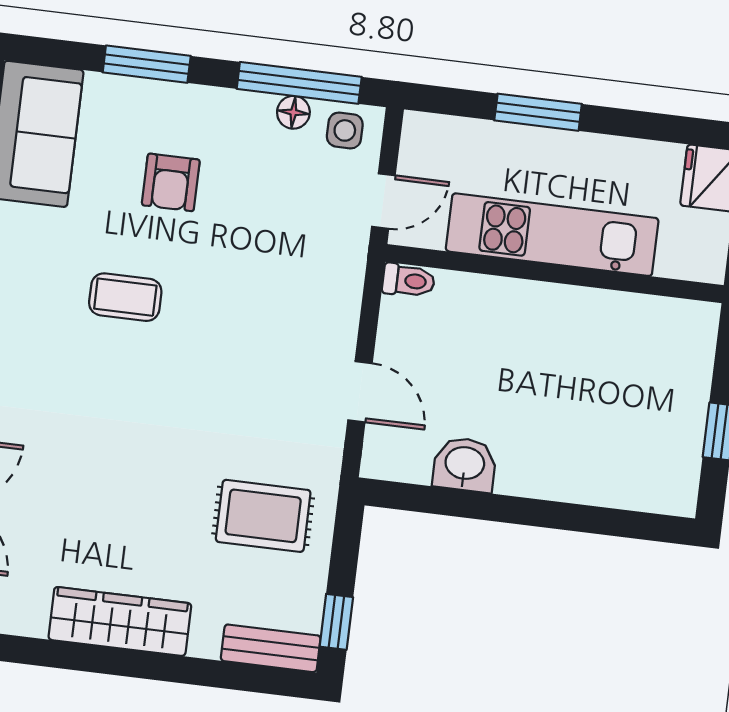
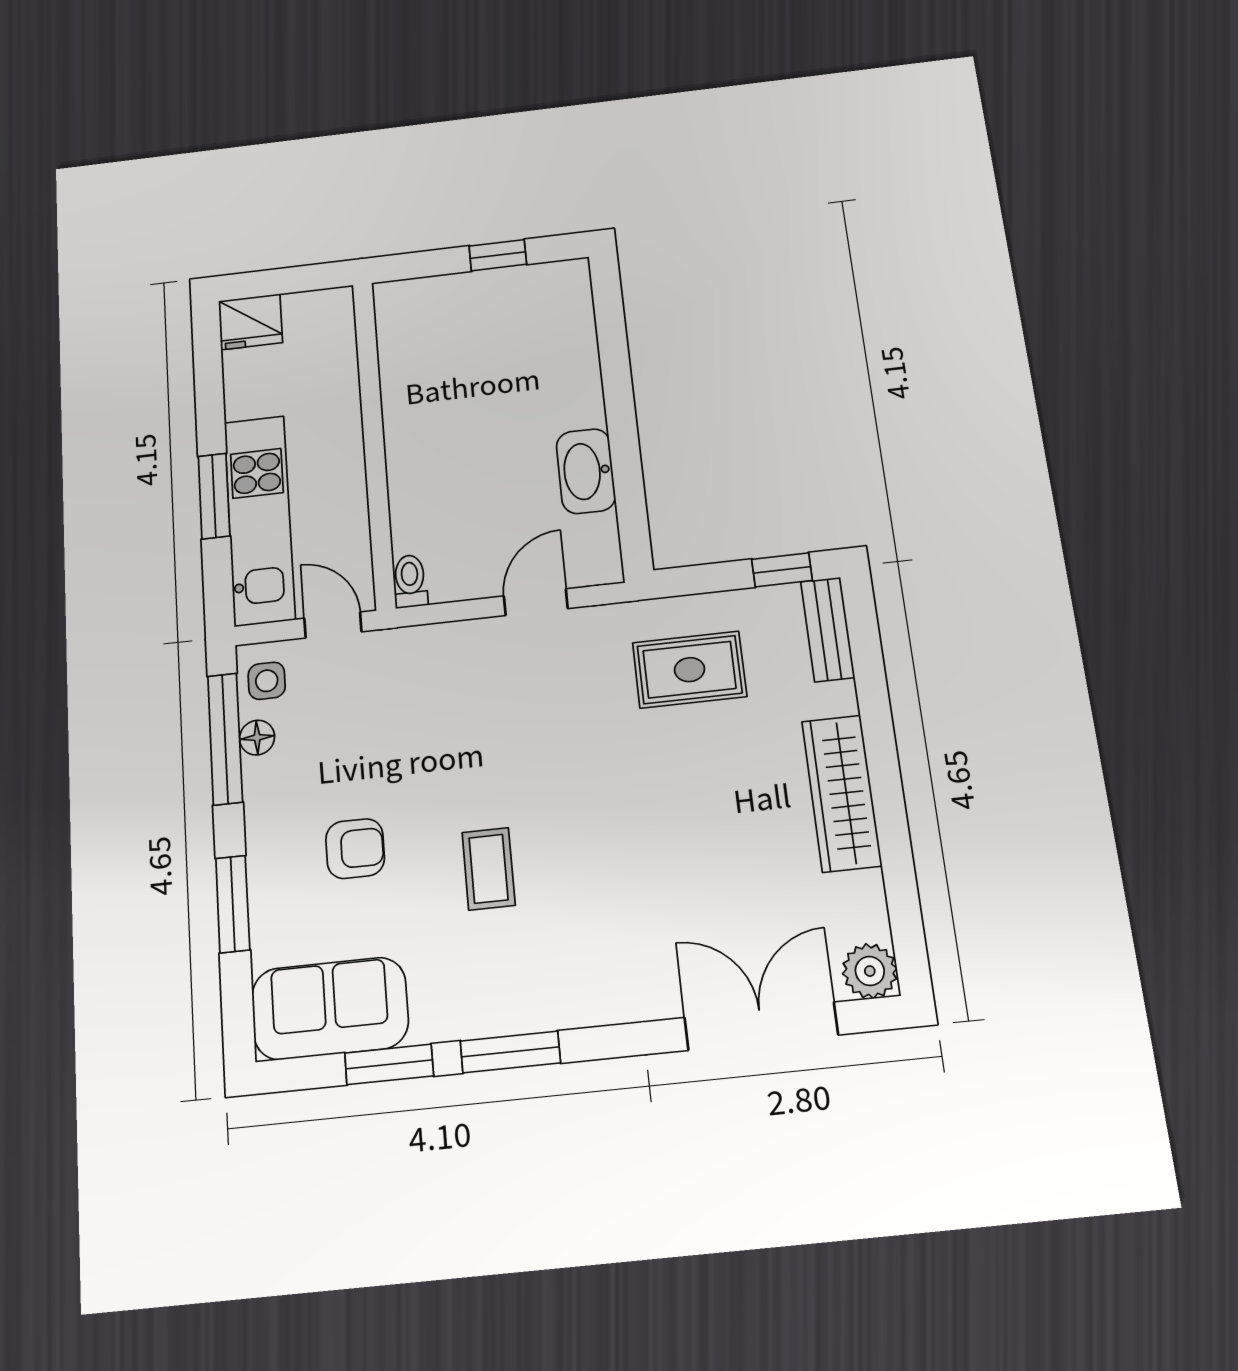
kitchen unit: (552, 235) -> (259, 520), moved, turned 180
washbasin: (465, 465) -> (586, 471), width x1.38
rug: (263, 516) -> (690, 670), turned 90

